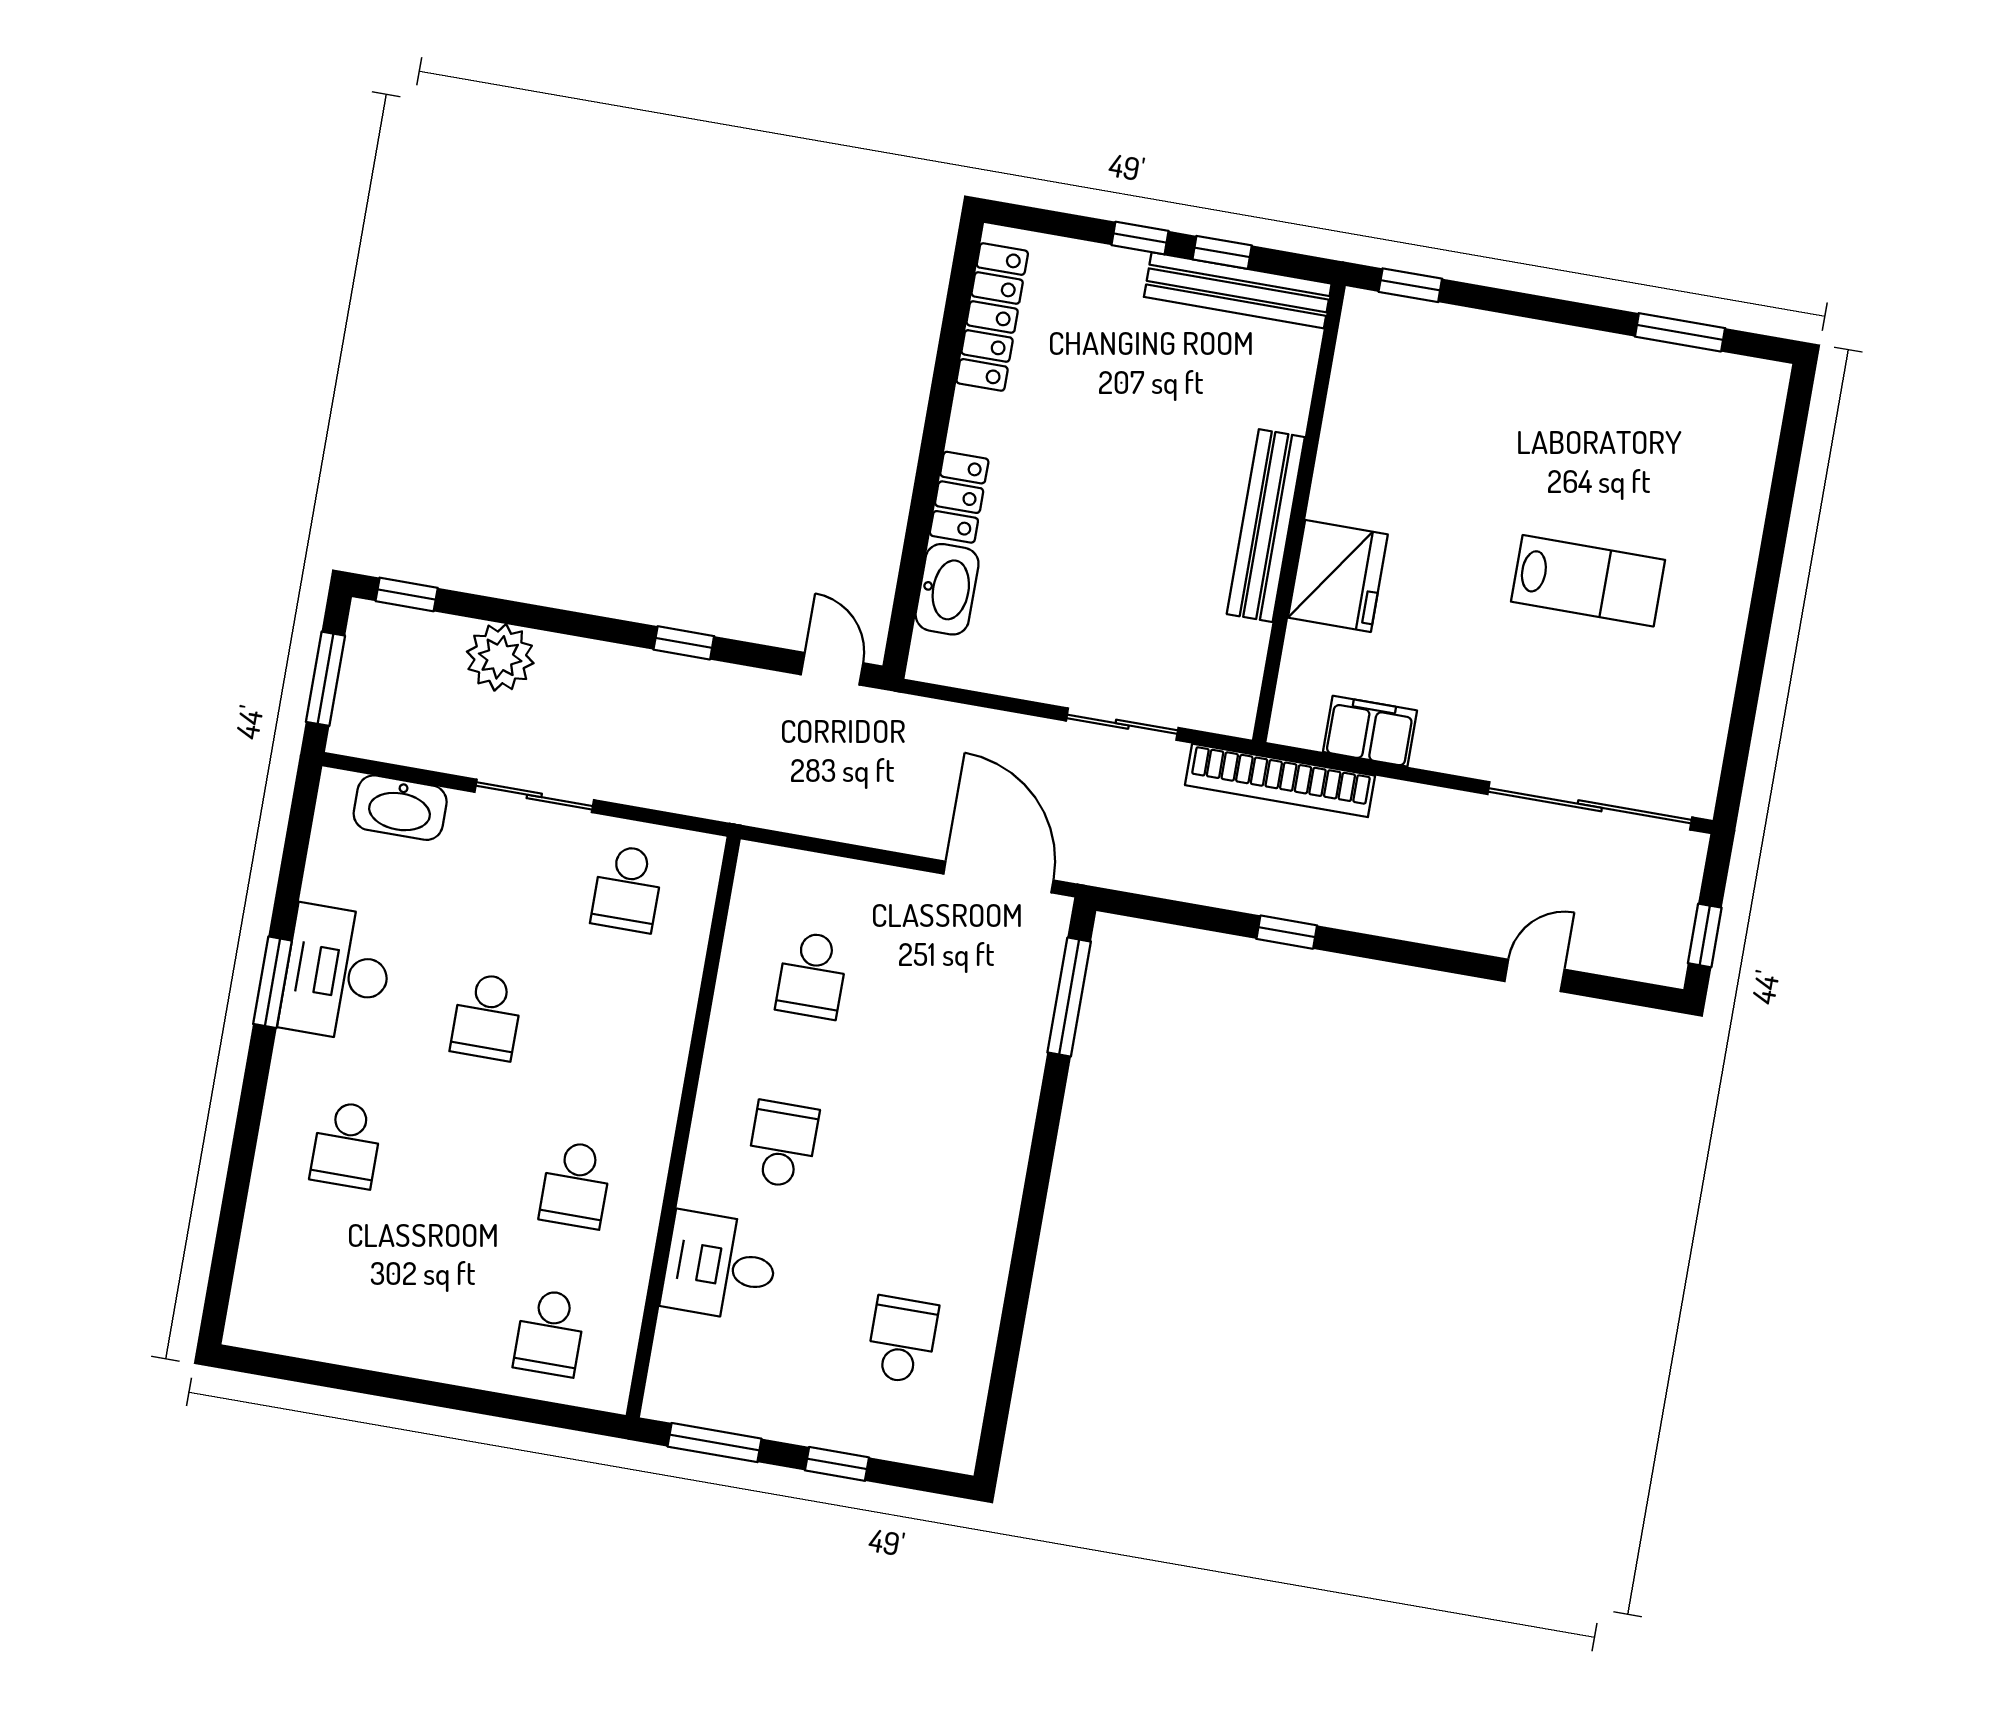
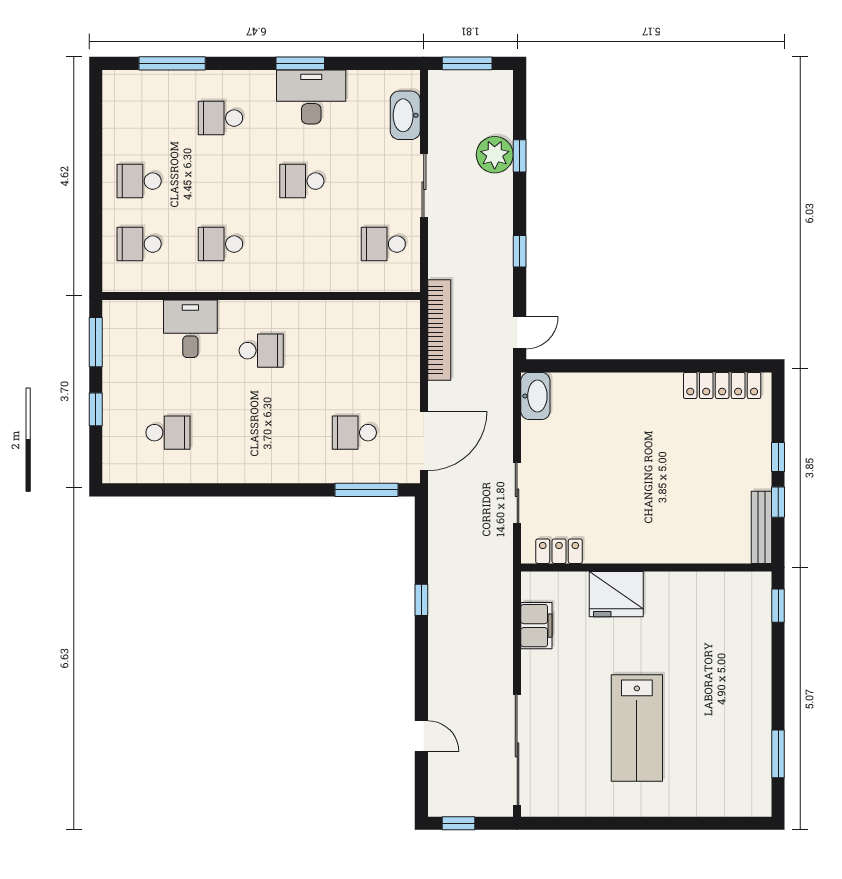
bench: (1238, 290) -> (761, 527), width x0.73, depth x0.82
locker: (959, 497) -> (559, 551), moved, turned 180
bench: (1266, 526) -> (636, 551), removed
lab bench: (1588, 581) -> (637, 728), width x1.36, depth x1.39
washbasin: (947, 589) -> (535, 396), moved, turned -90
window: (407, 594) -> (520, 156), moved
bookcase: (1280, 780) -> (439, 330), moved, turned 180
school desk: (812, 975) -> (354, 433), moved
window: (232, 1215) -> (172, 63), added
school desk: (435, 1313) -> (139, 181), added

